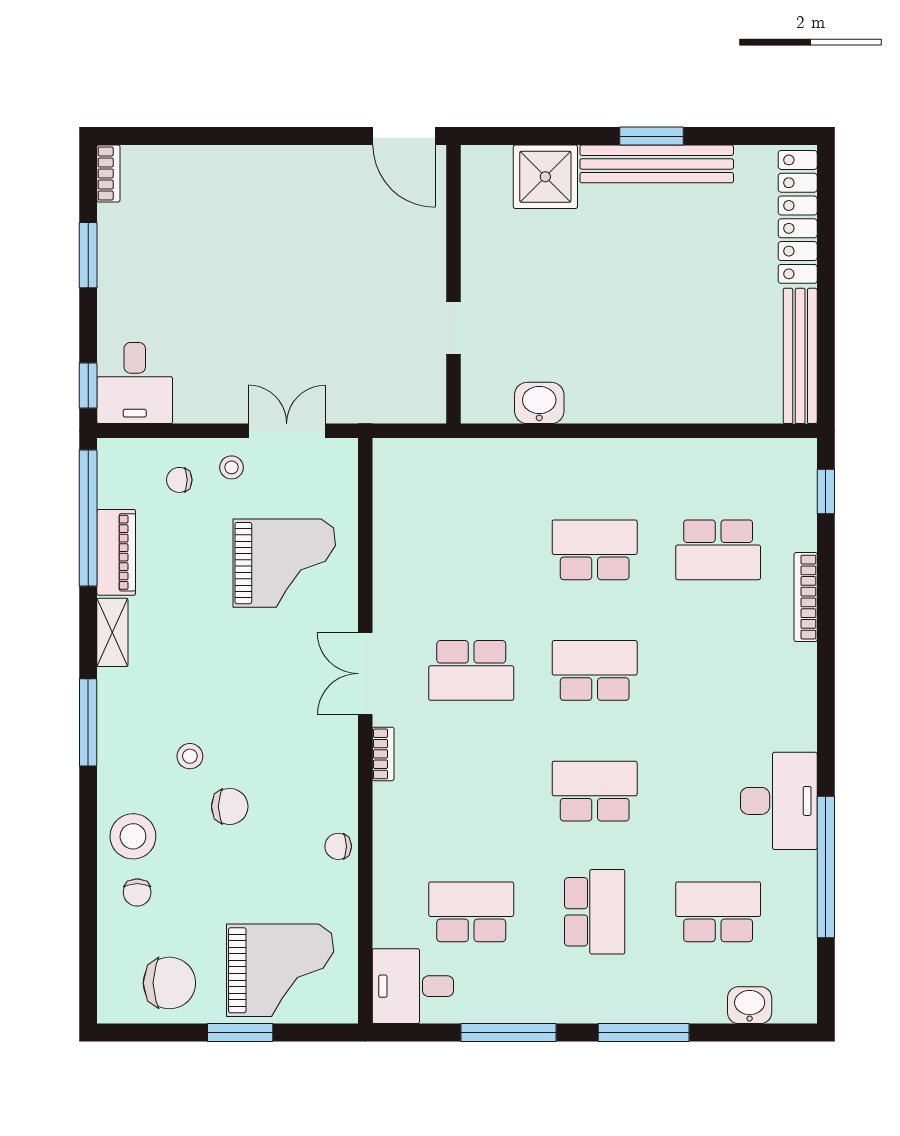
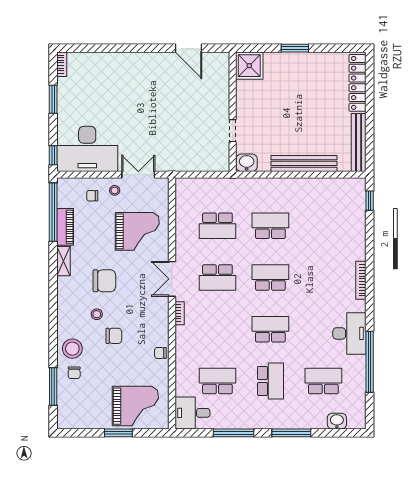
bench: (657, 164) -> (304, 163), moved
wall: (453, 284) -> (233, 112), moved
doorway: (453, 328) -> (233, 131), moved
desk: (135, 383) -> (87, 149), width x1.87, depth x1.30
school desk: (718, 550) -> (217, 226), moved
bookcase: (806, 597) -> (361, 280), moved
window: (88, 722) -> (53, 387), moved
chair: (169, 983) -> (104, 281), moved

